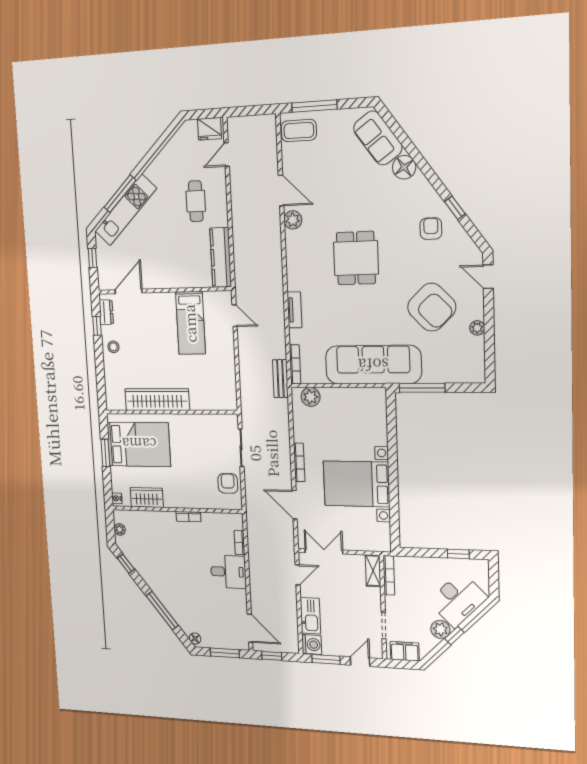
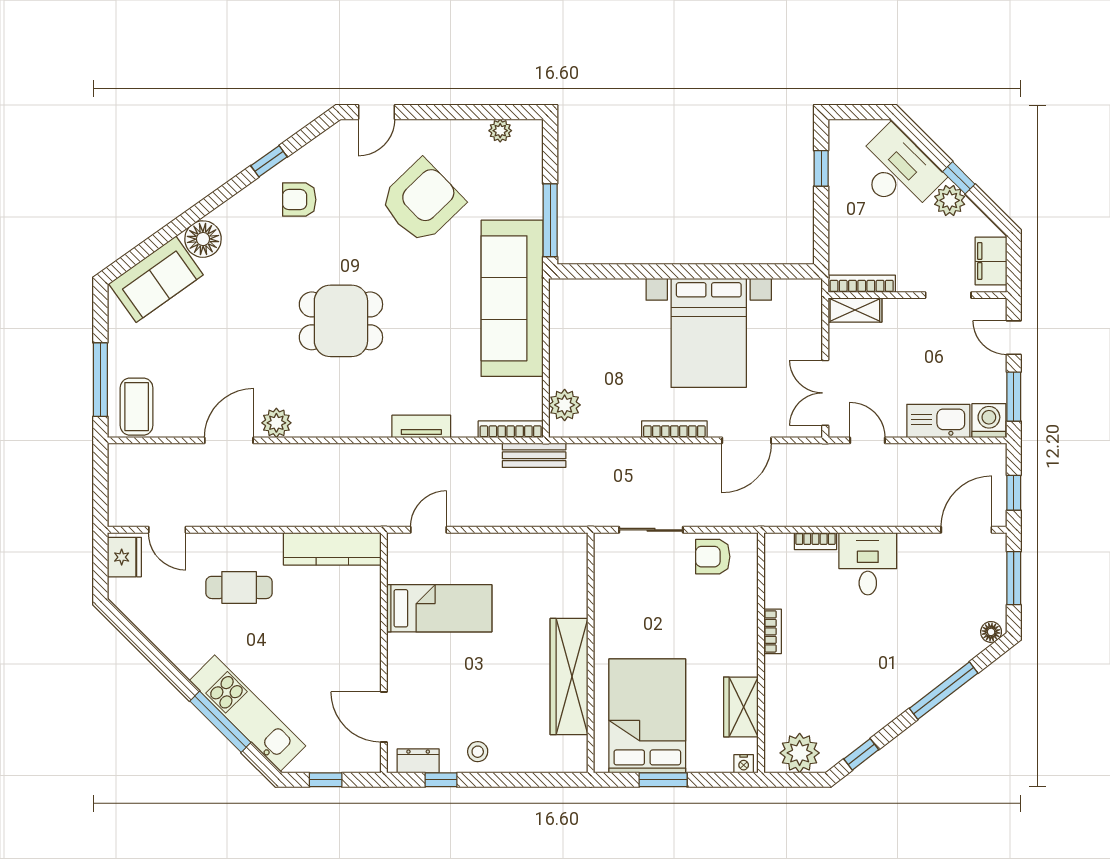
plant: (477, 328) -> (500, 131), moved
plant: (120, 529) -> (800, 753), width x1.87, depth x1.87

